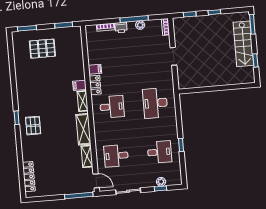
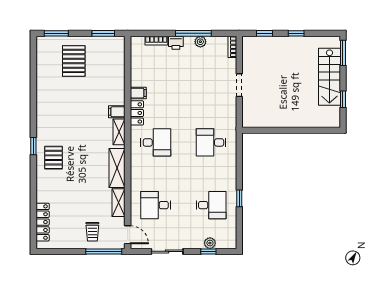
pallet: (42, 49) -> (74, 61), turned 90
desk: (155, 103) -> (211, 142), width x0.73
trolley: (68, 181) -> (92, 232), added

